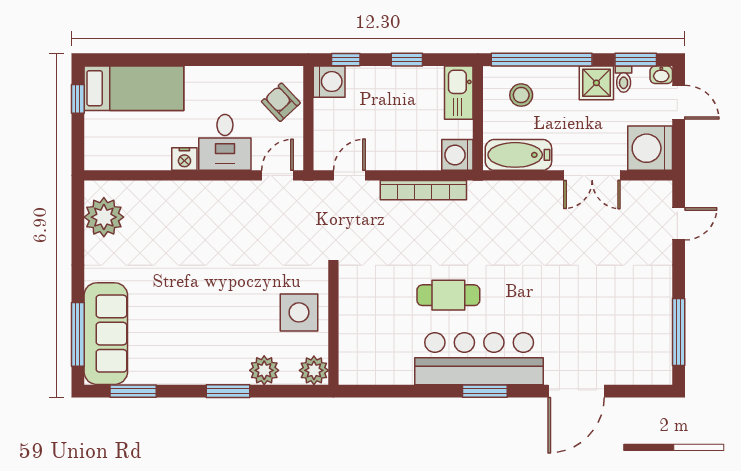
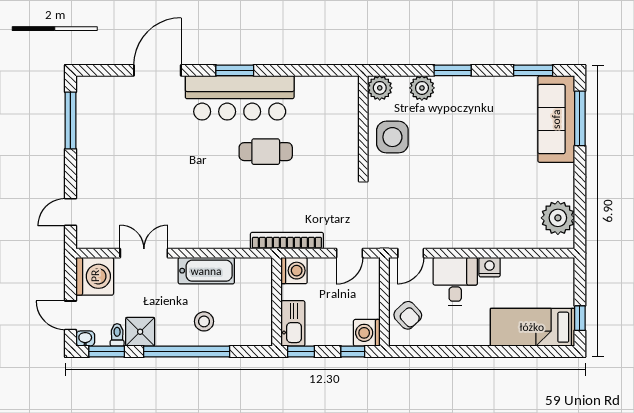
kitchen sink: (459, 93) -> (293, 323), moved
wall: (478, 118) -> (277, 302), moved
washing machine: (457, 155) -> (294, 271), moved

